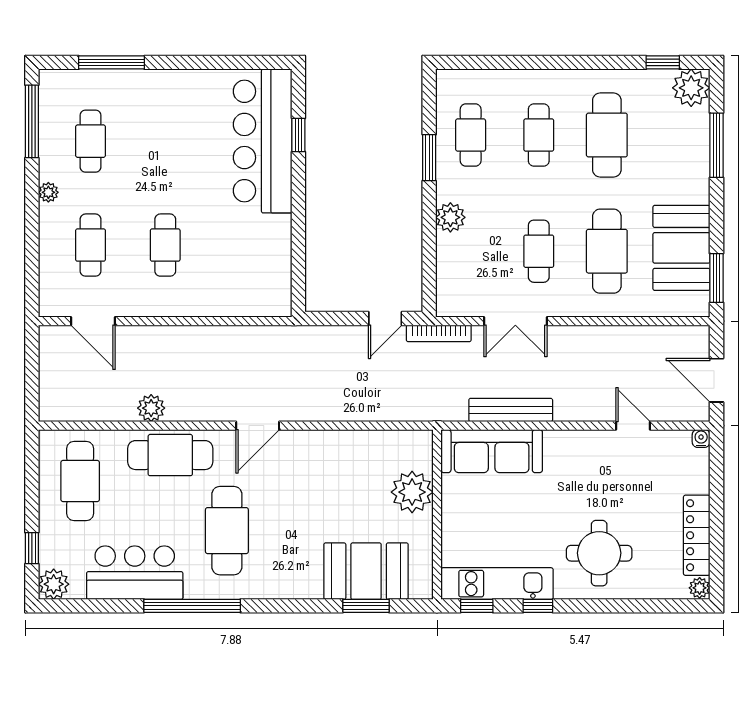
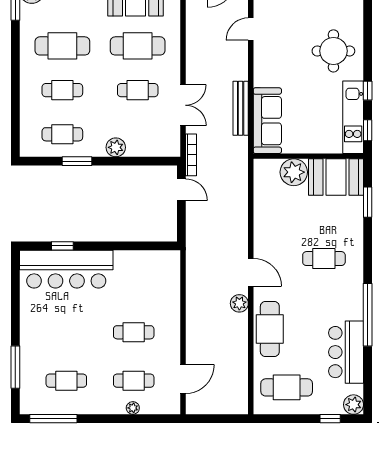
plant: (48, 192) -> (133, 408), moved
plant: (151, 408) -> (239, 303), moved
cafe table: (227, 531) -> (324, 259), moved, width x0.73, depth x0.74
booth: (366, 571) -> (336, 177), moved, turned 90

